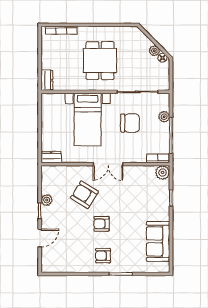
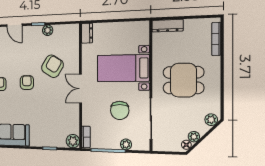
plant: (138, 35) -> (211, 120), added
dresser: (47, 80) -> (168, 26), width x1.44

